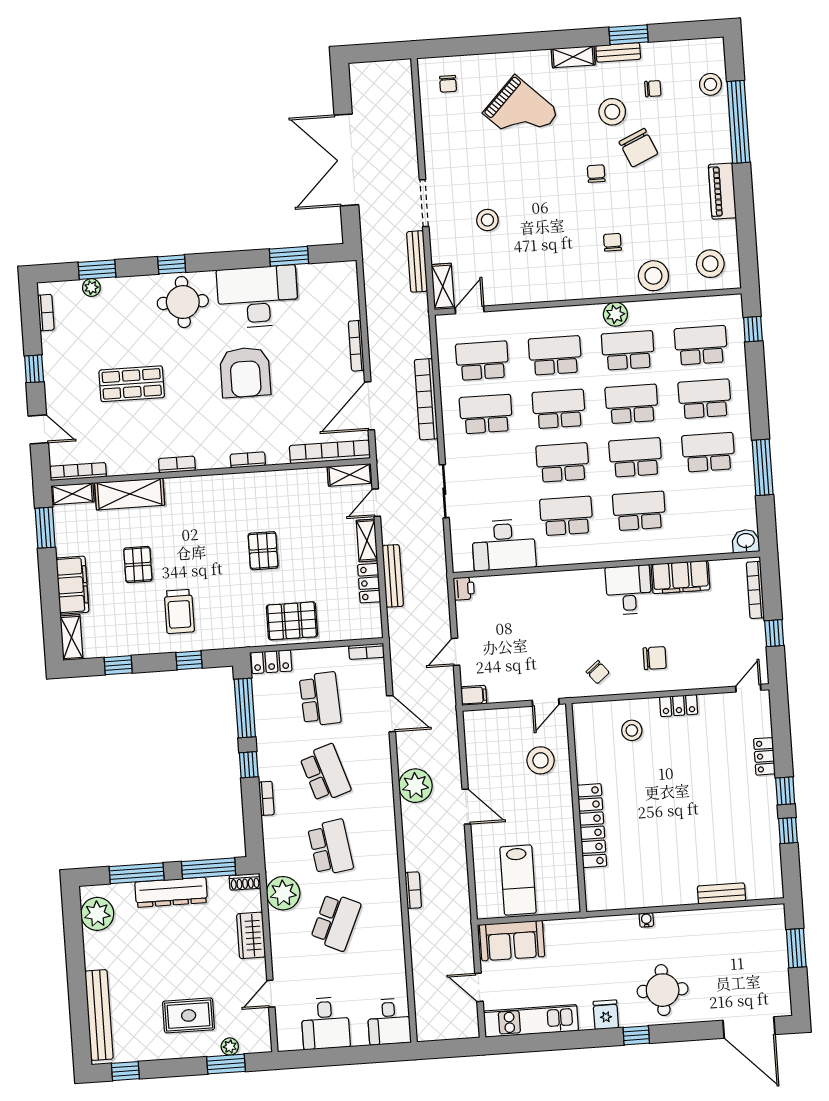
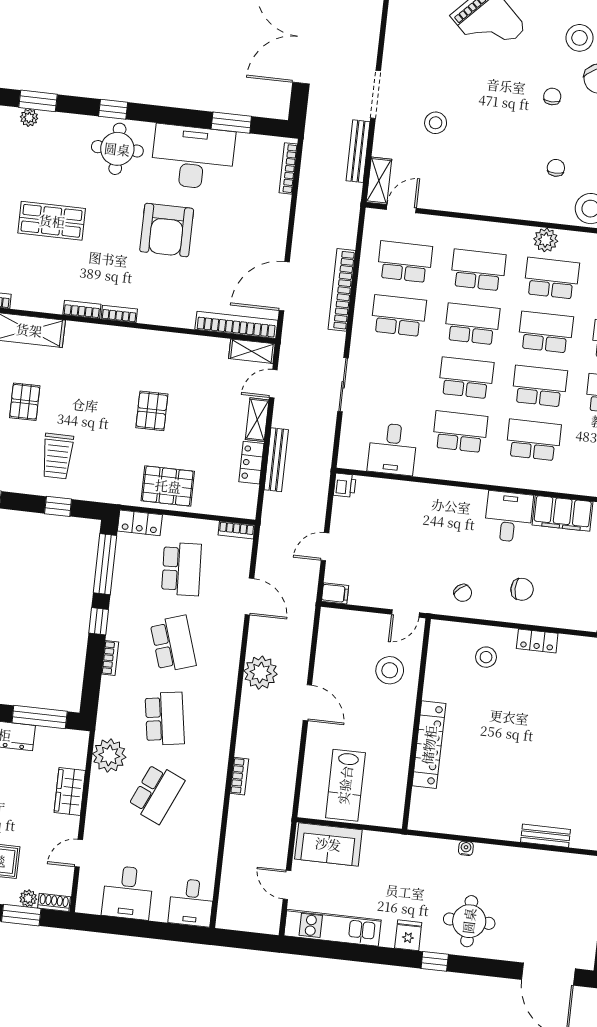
bookcase: (356, 346) -> (288, 168), moved
bookcase: (248, 460) -> (119, 314), moved
desk: (504, 545) -> (392, 449), width x0.73
shoe rack: (245, 882) -> (54, 902), moved, turned 180

